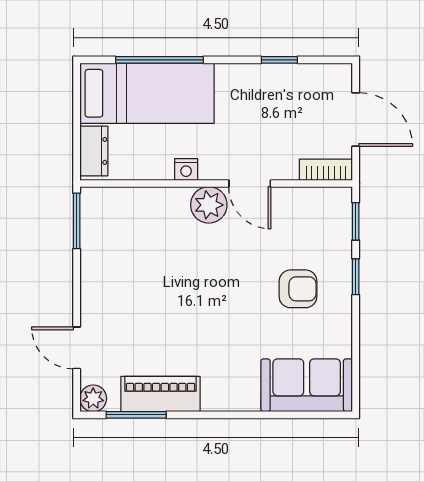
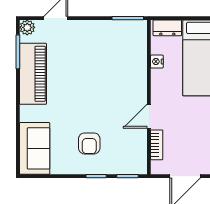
nightstand: (186, 169) -> (157, 62), moved
bookcase: (326, 170) -> (157, 145), moved
plant: (209, 205) -> (137, 93), removed
piano: (160, 394) -> (33, 74), width x1.37, depth x1.33

